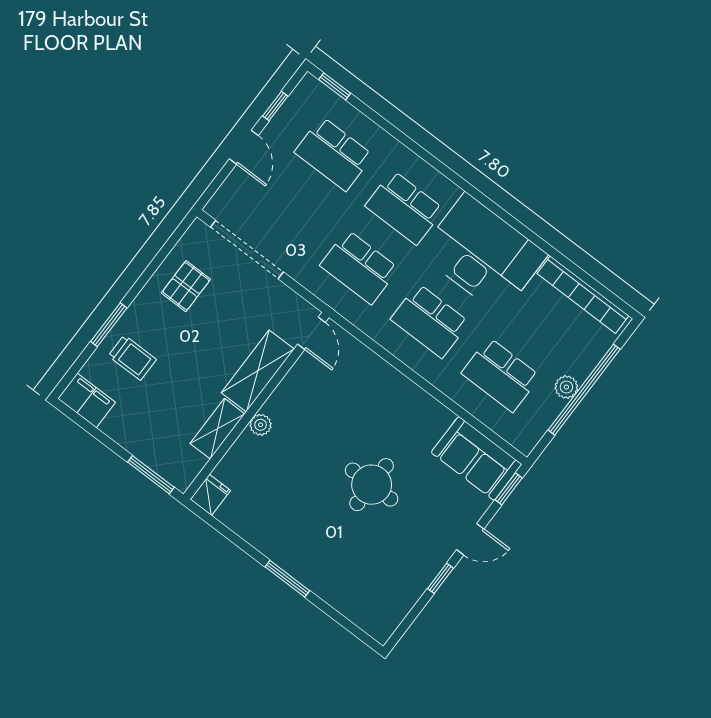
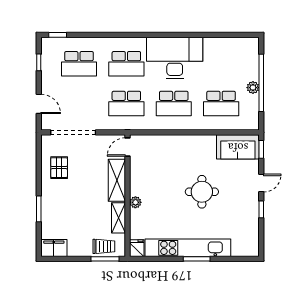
door: (244, 147) -> (39, 104), moved
bookcase: (583, 295) -> (230, 43), removed
door: (311, 333) -> (128, 147), swing flipped
trolley: (132, 358) -> (104, 246), moved
kitchen unit: (287, 552) -> (188, 248), added

